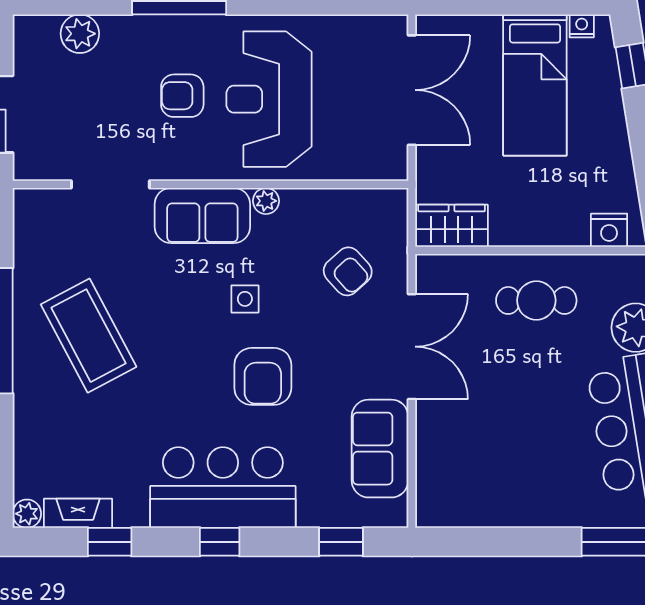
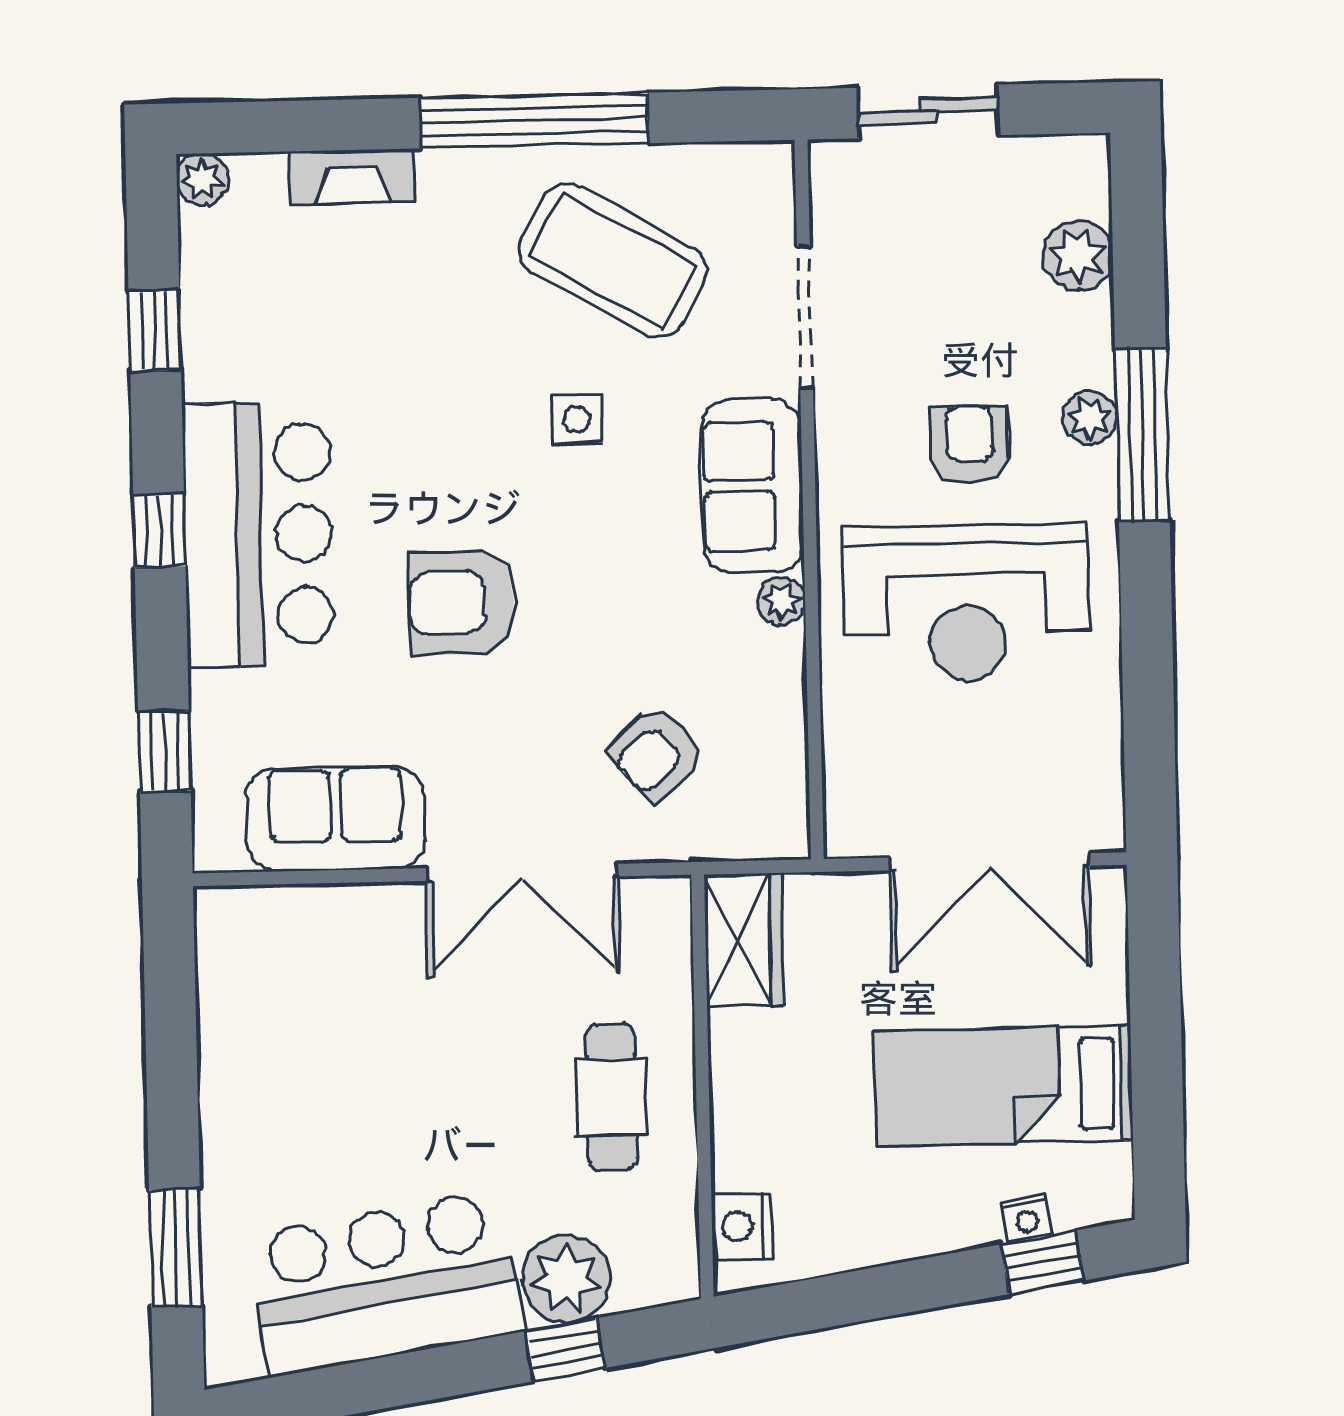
nightstand: (582, 26) -> (1027, 1218), moved, turned 81
plant: (169, 29) -> (1090, 418), added
reception desk: (269, 99) -> (967, 602), turned 180
side table: (245, 299) -> (577, 419), moved
coffee table: (89, 336) -> (613, 260), moved, turned 58
fireplace: (78, 513) -> (352, 176), moved, turned 90

